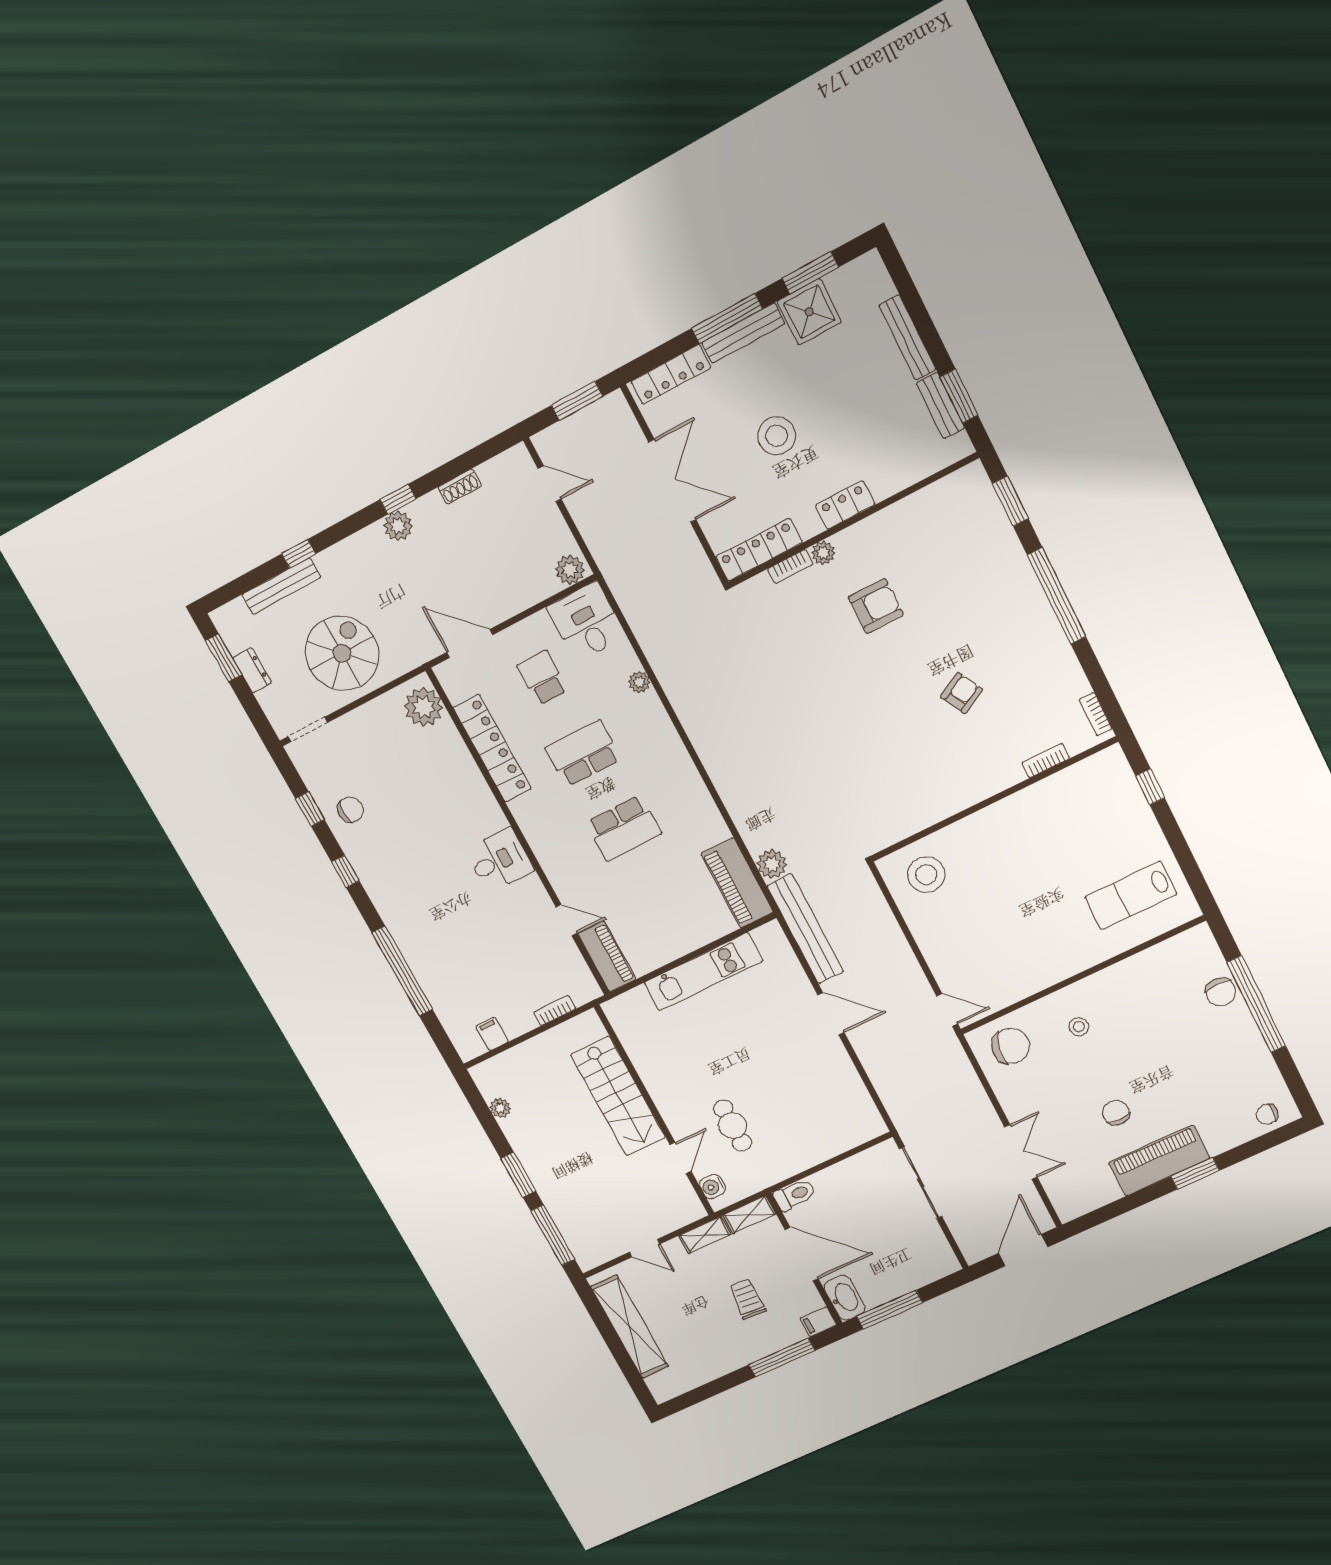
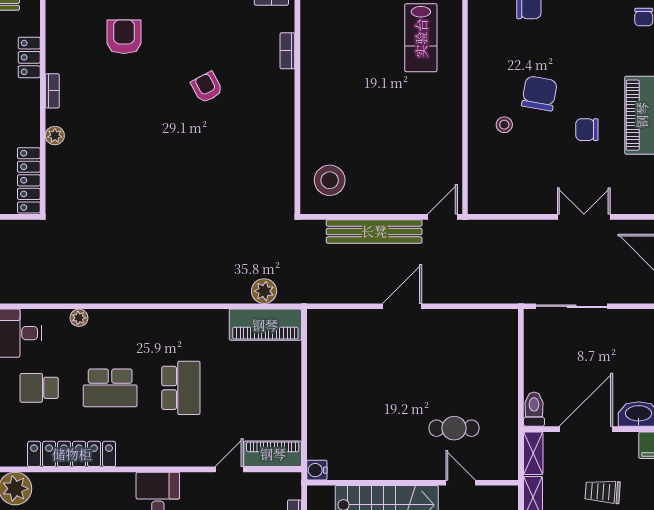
locker: (845, 505) -> (29, 57), moved
bookcase: (790, 566) -> (52, 91), moved
armchair: (876, 606) -> (124, 37), moved
school desk: (583, 754) -> (110, 388), turned -90
bench: (805, 929) -> (374, 231), moved
kitchen unit: (703, 972) -> (321, 386), removed
chair: (1011, 1046) -> (539, 93), moved
water cooler: (712, 1187) -> (317, 470), moved, turned 90

